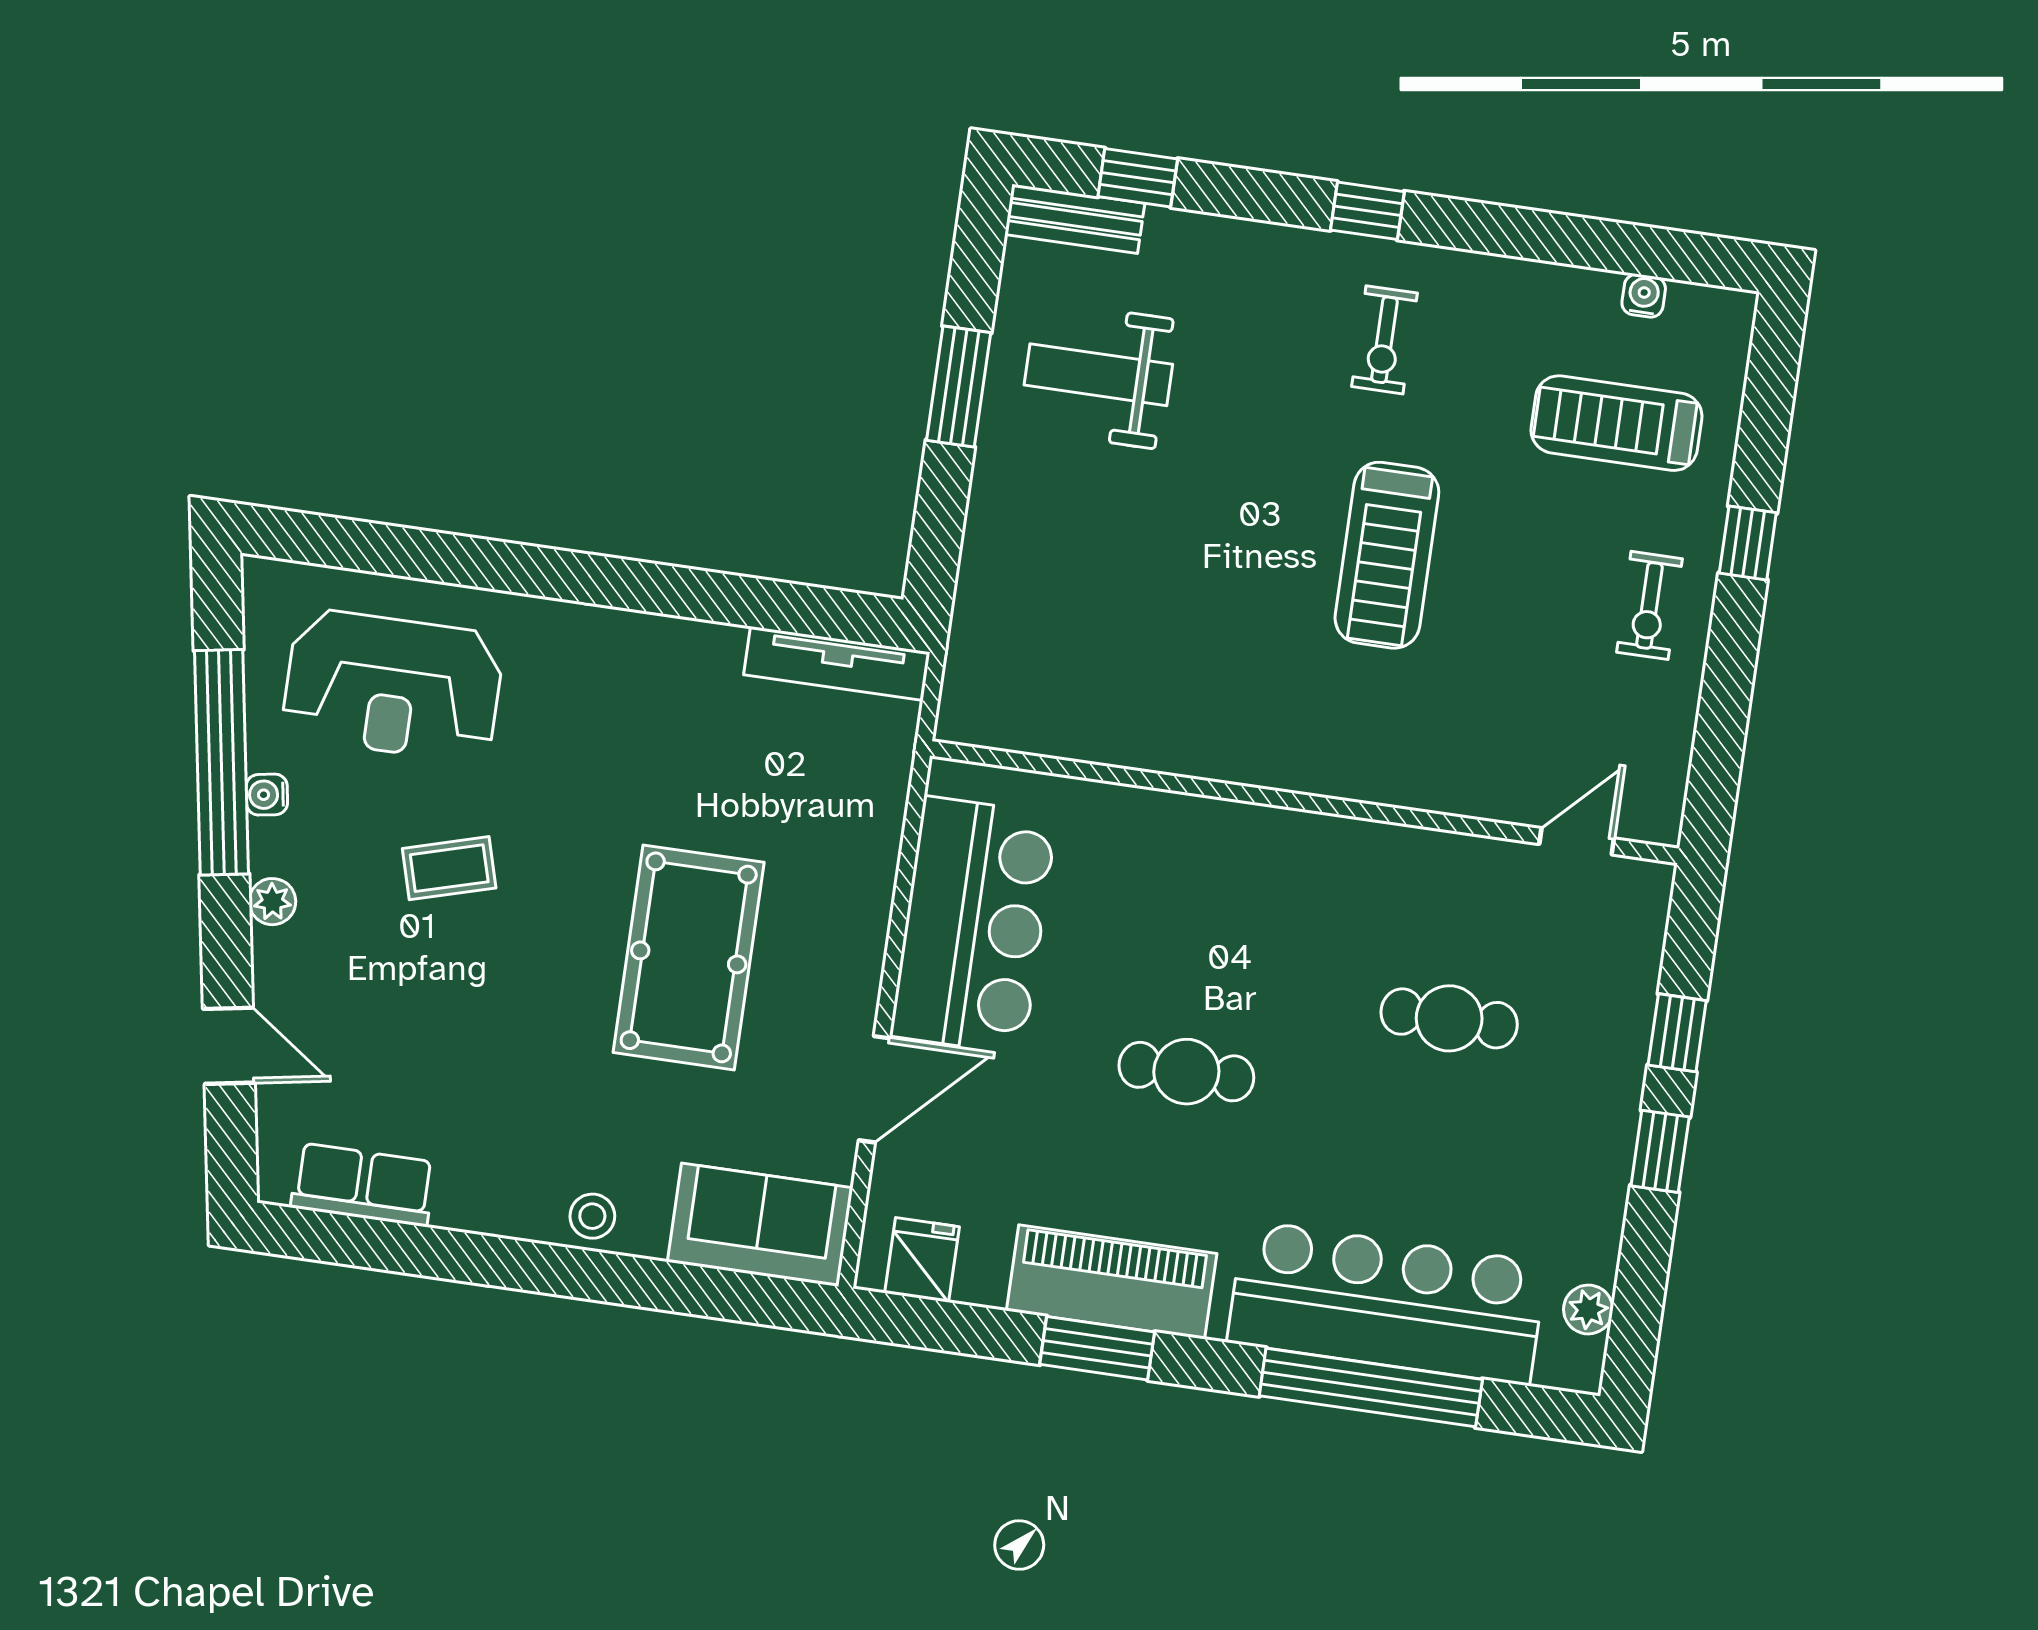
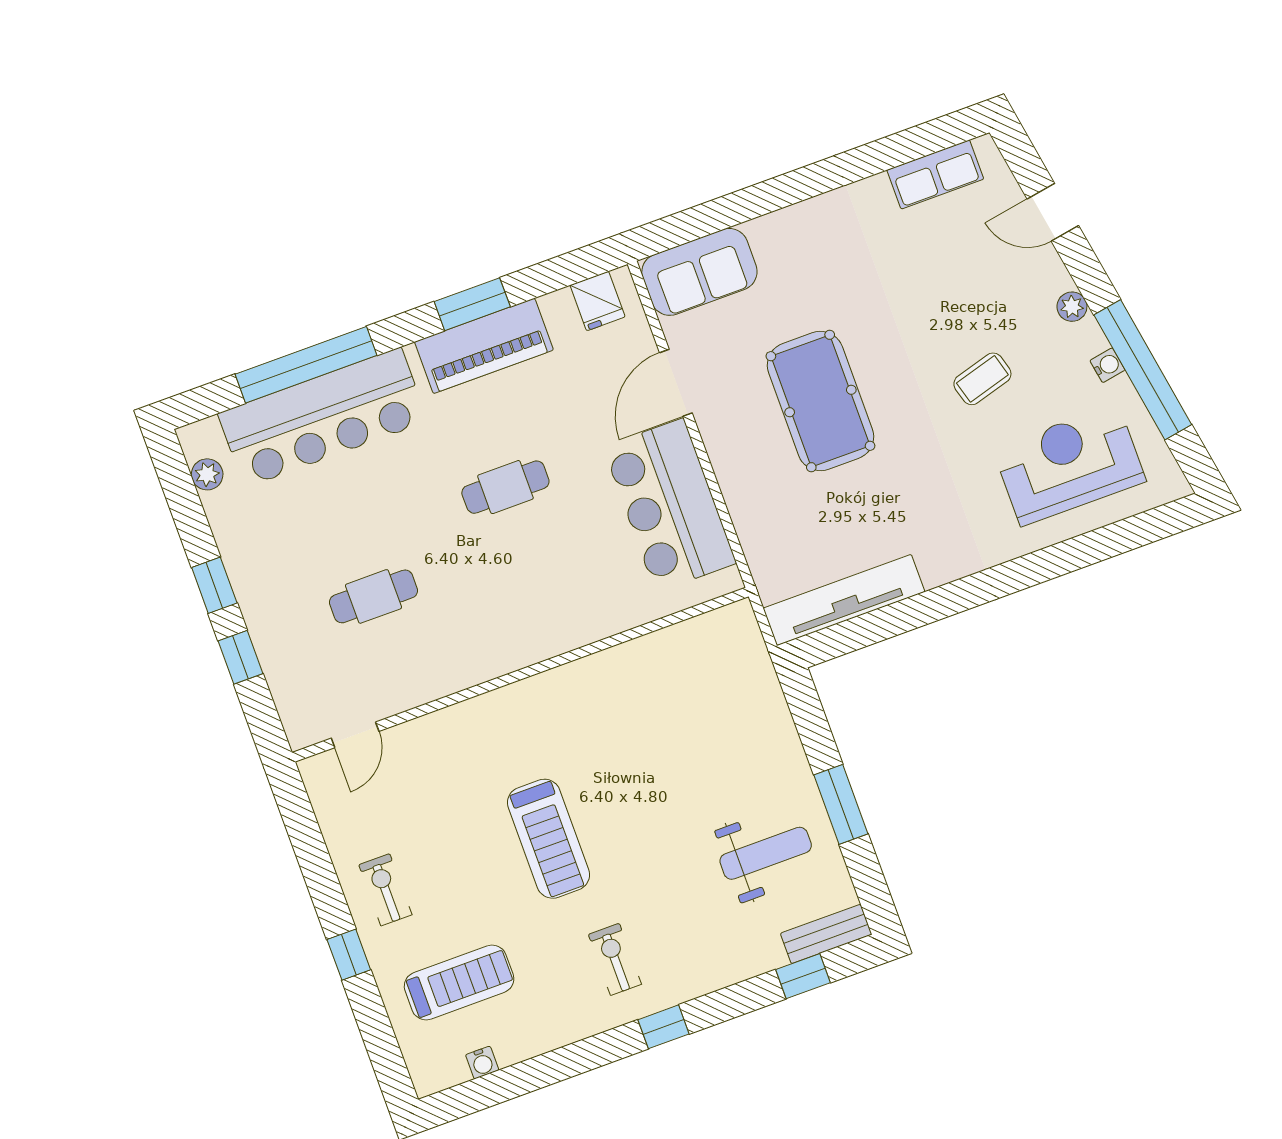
treadmill: (1387, 555) -> (549, 839), turned 180
tv unit: (837, 663) -> (844, 600), width x1.36, depth x1.29
stool: (592, 1216) -> (797, 226), removed

